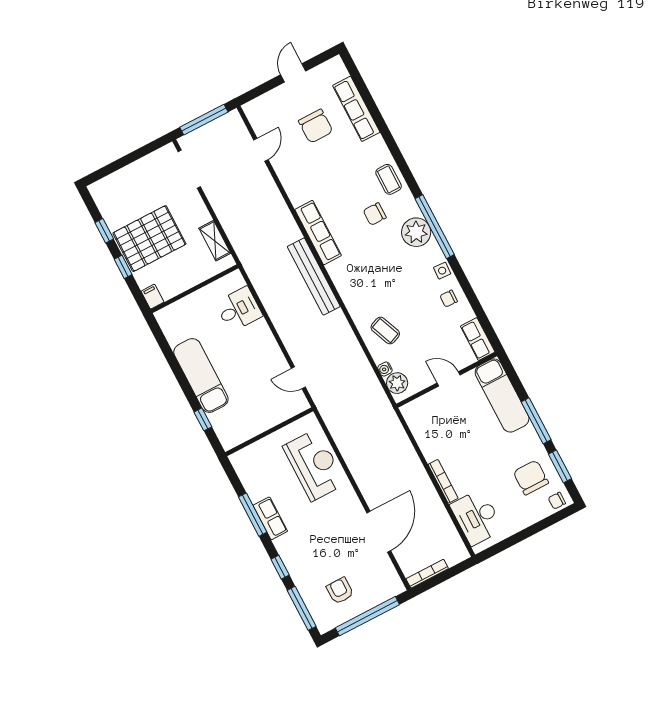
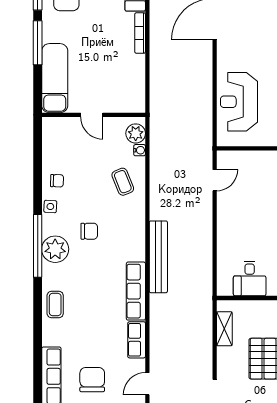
chair: (375, 214) -> (89, 231), moved
desk: (239, 309) -> (250, 279), moved, turned -90
row of seats: (478, 339) -> (137, 340), moved, turned 180
door: (298, 378) -> (215, 180), hinge flipped

